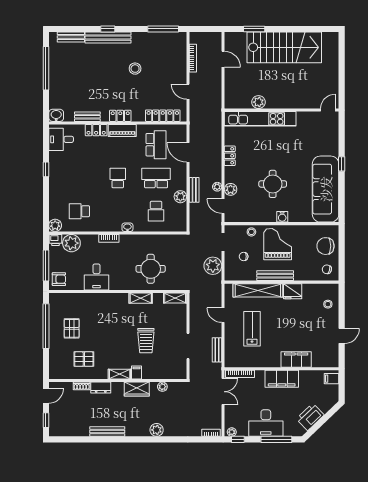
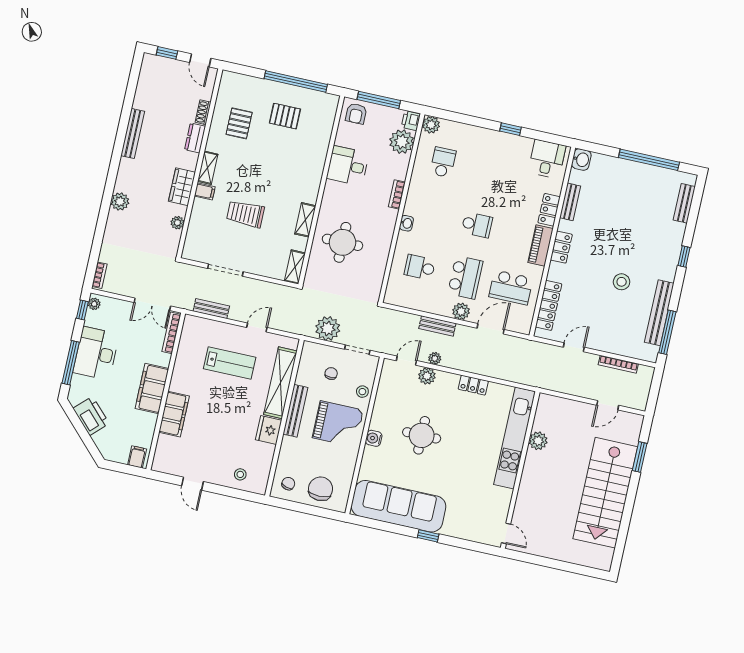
bench: (108, 38) -> (659, 313), moved
plant: (180, 197) -> (461, 311), moved

